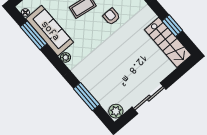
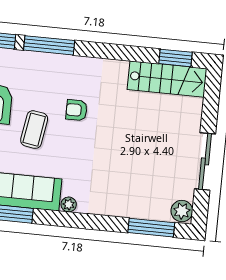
window: (172, 26) -> (176, 58), moved
window: (87, 97) -> (151, 228), moved

